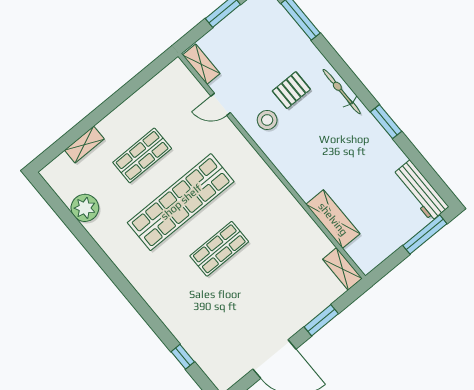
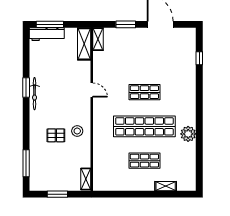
bicycle: (342, 92) -> (35, 94), moved
door: (221, 104) -> (92, 90), moved
workbench: (421, 191) -> (47, 34), moved, turned 90
plant: (85, 208) -> (188, 134), moved
shelving: (333, 219) -> (84, 44), moved

